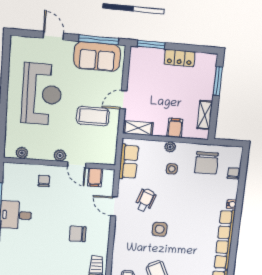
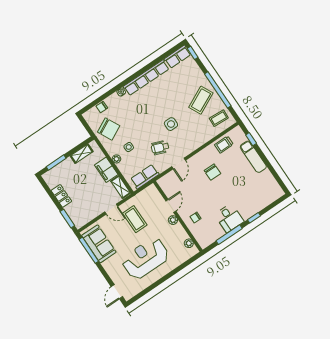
door: (53, 36) -> (117, 292), moved
filing cabinet: (175, 128) -> (106, 170), width x2.00
chair: (206, 163) -> (109, 129), turned 63
filing cabinet: (95, 177) -> (170, 189), removed

